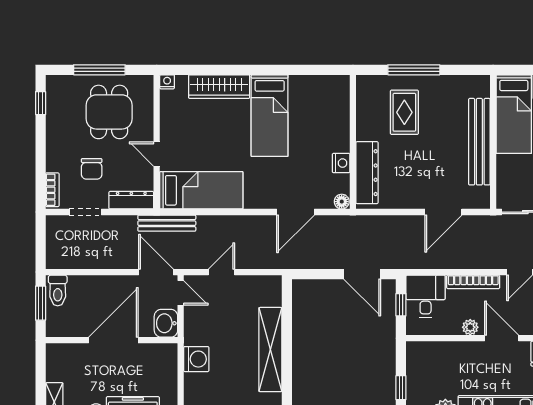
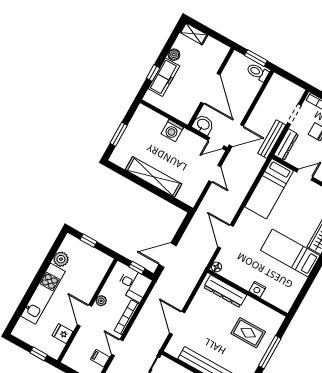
nightstand: (341, 163) -> (257, 289), moved
bench: (167, 223) -> (272, 139), moved
door: (502, 338) -> (85, 316), swing flipped

